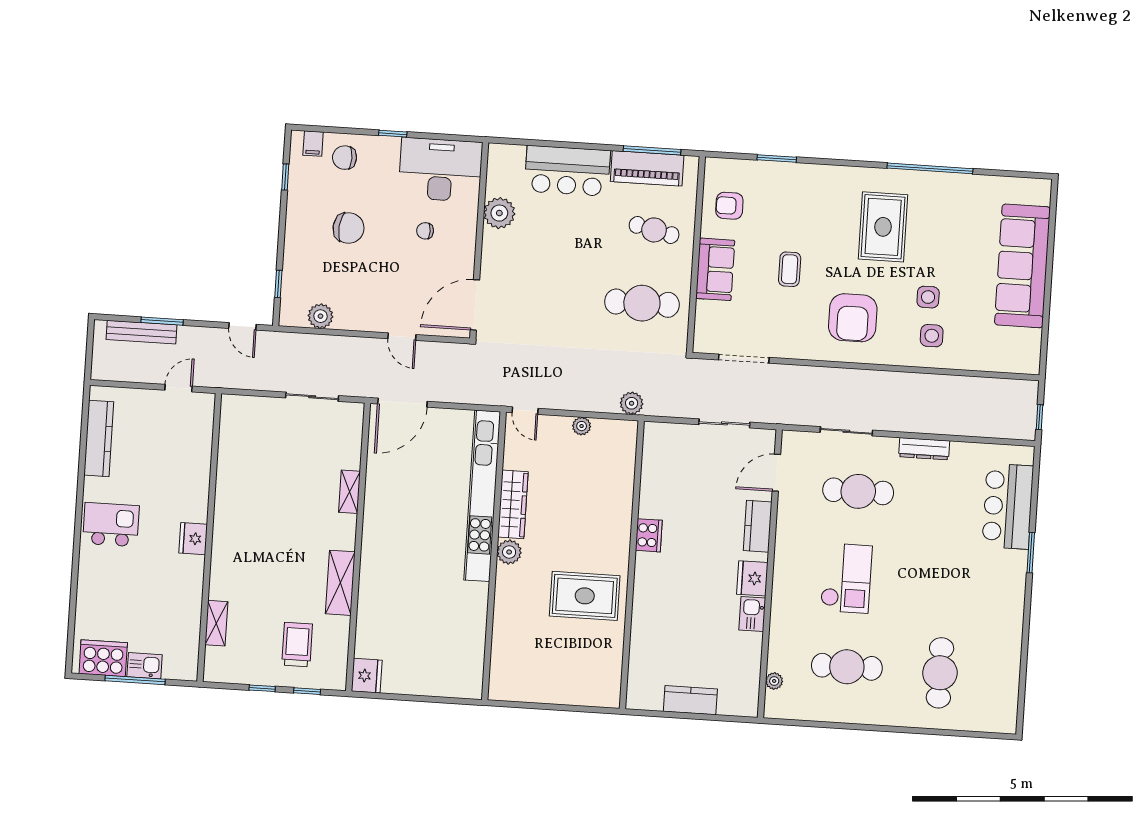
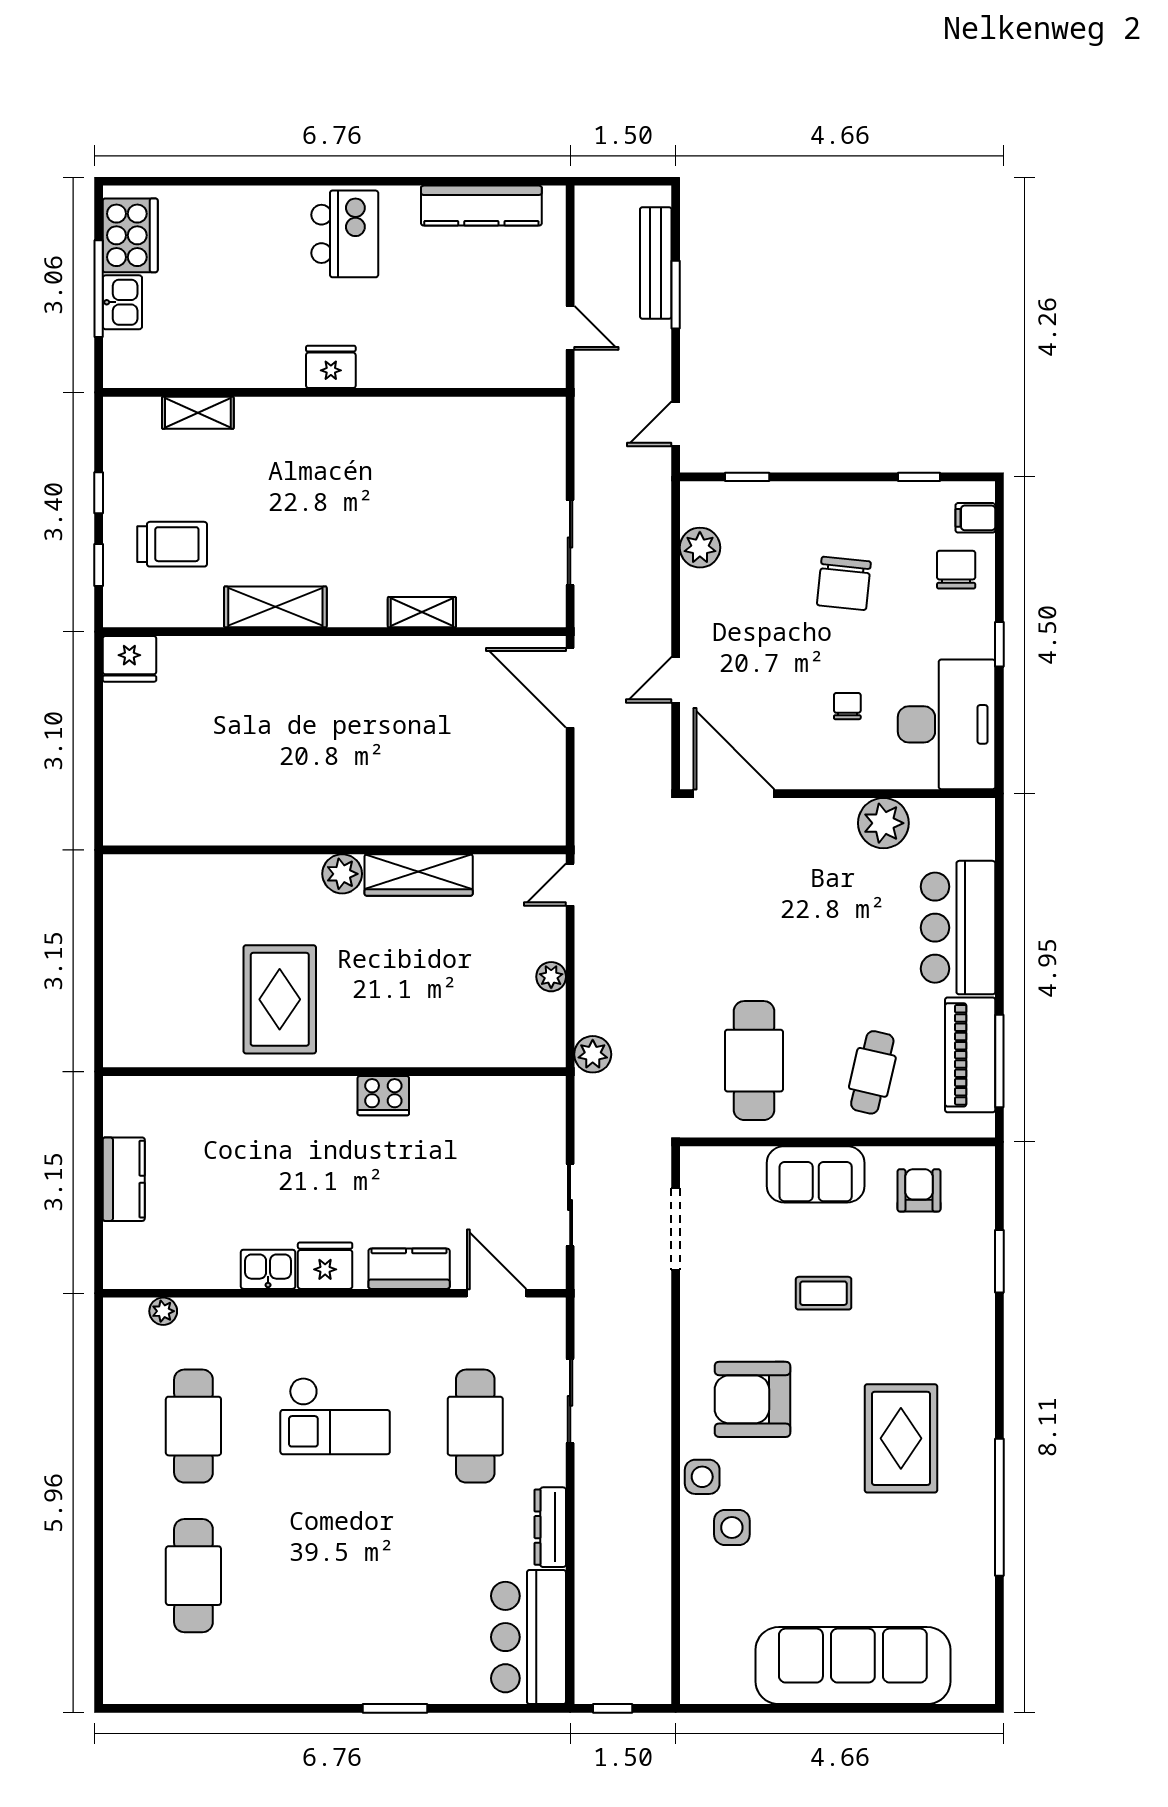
rug: (883, 227) -> (901, 1438), turned 90
side table: (928, 297) -> (702, 1477), moved
kitchen unit: (482, 496) -> (429, 825), removed
bar counter: (1008, 506) -> (529, 1637), moved, turned -90
cafe table: (940, 673) -> (193, 1576), turned 90

